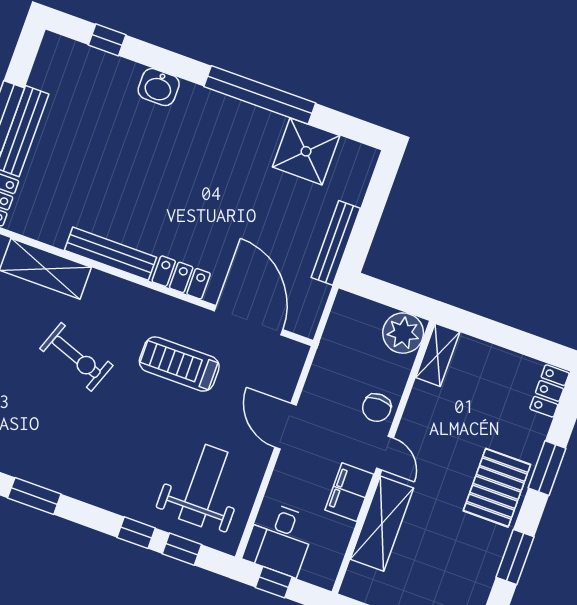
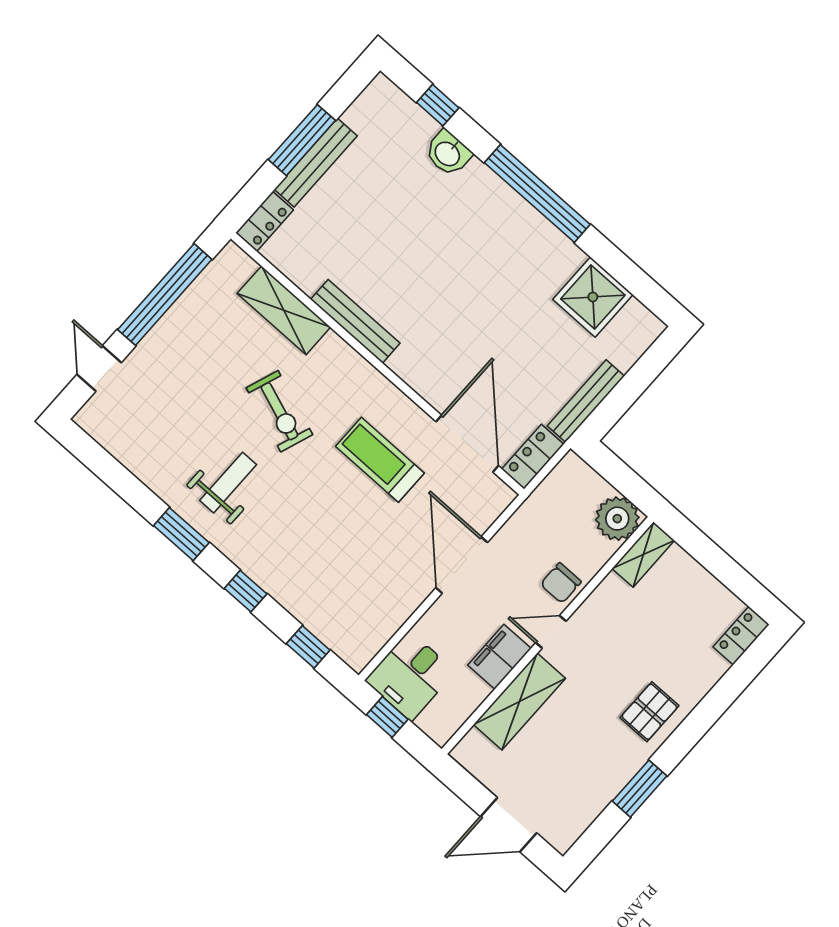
washbasin: (159, 87) -> (448, 153), moved
window: (260, 95) -> (537, 194), moved
locker: (181, 277) -> (533, 457), moved, turned -90
door: (285, 426) -> (462, 565), width x1.36
door: (385, 453) -> (551, 632), swing flipped
window: (547, 468) -> (708, 712), removed
weight bench: (203, 486) -> (228, 483), moved, width x0.73, depth x0.75
pallet: (497, 488) -> (649, 712), width x0.67, depth x0.71
window: (136, 533) -> (246, 591), moved

